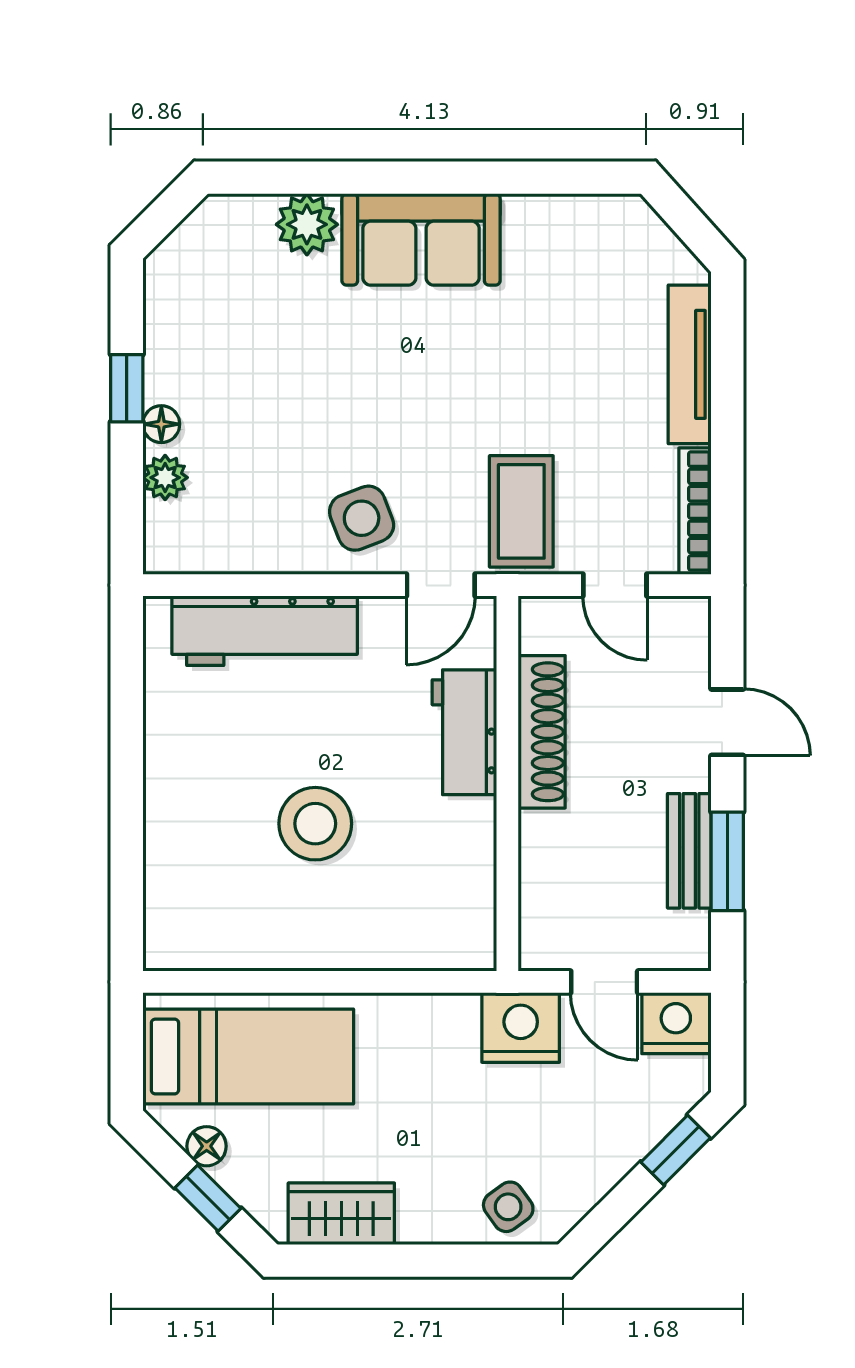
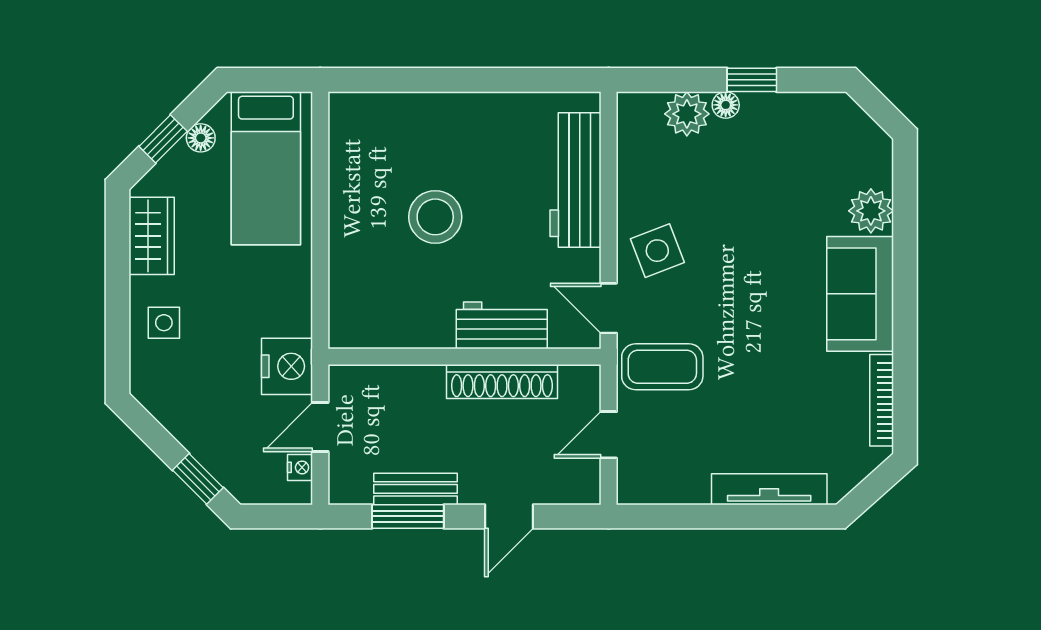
plant: (165, 478) -> (687, 114), width x1.38, depth x1.38
bookcase: (695, 511) -> (882, 400), moved, turned -90
nightstand: (676, 1023) -> (300, 467), width x0.53, depth x0.56
side table: (508, 1207) -> (164, 323), moved, turned 36

